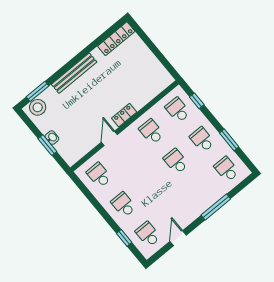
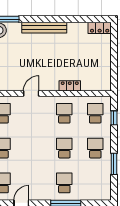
locker: (116, 39) -> (100, 28), width x0.66
locker: (124, 115) -> (70, 86), moved
school desk: (227, 169) -> (64, 183), moved

